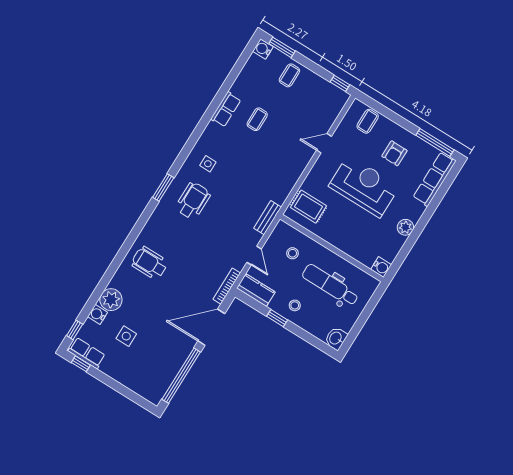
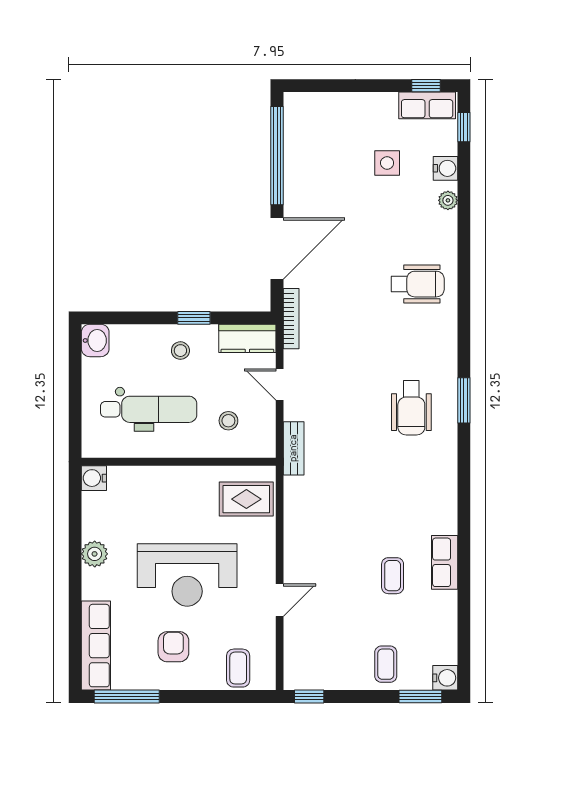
side table: (208, 164) -> (423, 472), removed
plant: (111, 300) -> (448, 200), width x0.53, depth x0.53

